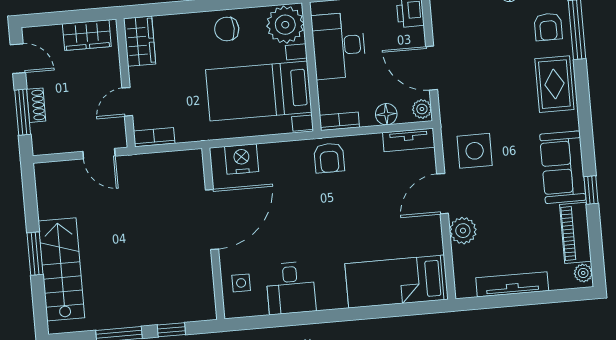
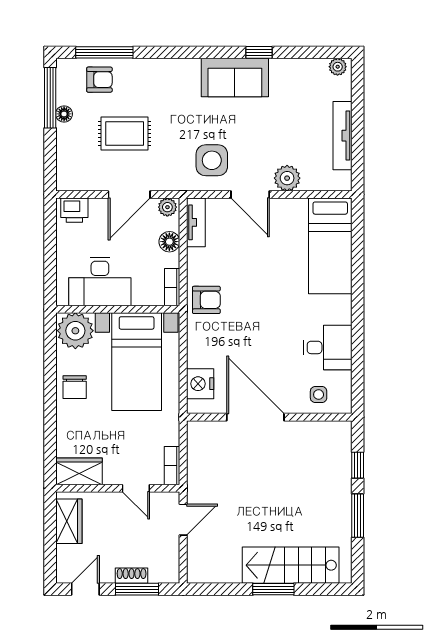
rug: (554, 84) -> (125, 133), moved
piano: (575, 233) -> (299, 71), removed

